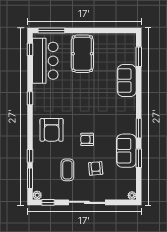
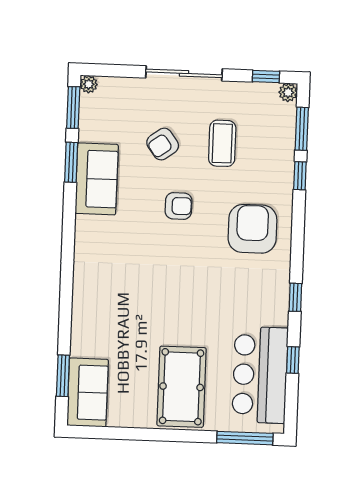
window: (30, 49) -> (293, 360), moved
sofa: (127, 81) -> (88, 392), moved
window: (139, 128) -> (73, 107), moved
armchair: (96, 168) -> (163, 144), turned 59

